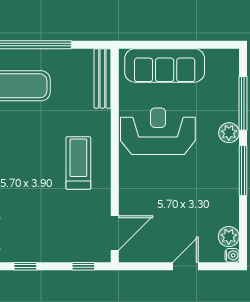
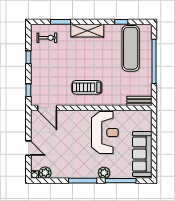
sofa: (165, 65) -> (142, 154), moved
bench: (102, 78) -> (139, 101), width x0.73
treadmill: (78, 163) -> (87, 87), turned 180

